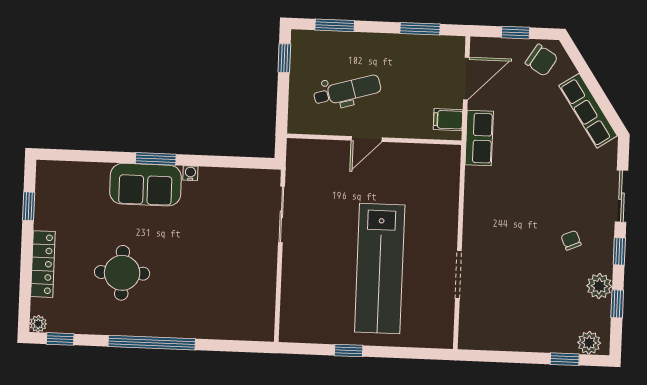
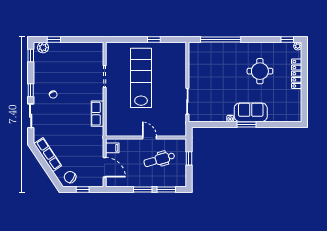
window: (420, 29) -> (143, 189), moved
window: (284, 58) -> (189, 158), moved
door: (466, 79) -> (105, 167), swing flipped
row of seats: (479, 138) -> (97, 114), moved
door: (367, 139) -> (149, 137), hinge flipped
window: (29, 206) -> (304, 100), removed
plant: (599, 286) -> (39, 74), removed
window: (617, 304) -> (31, 55), moved
window: (152, 343) -> (221, 39), moved

